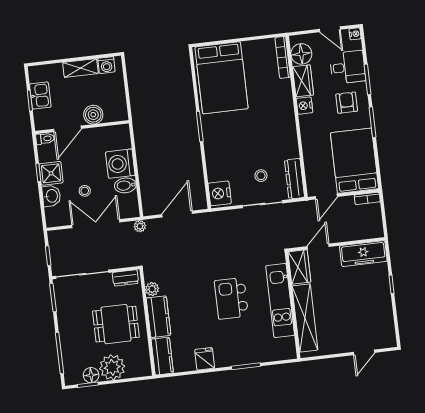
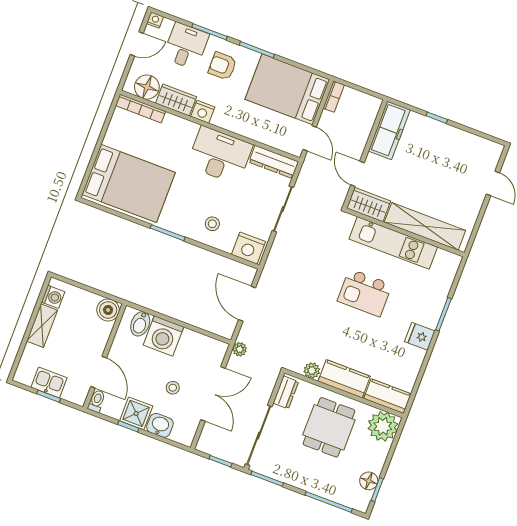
boiler: (93, 115) -> (108, 310), moved
desk: (278, 135) -> (220, 155), added
stool: (261, 176) -> (212, 224), moved
bidet: (125, 185) -> (140, 324), moved
double door: (96, 224) -> (213, 394), swing flipped
fridge: (205, 359) -> (420, 336), moved
plant: (112, 367) -> (383, 426), moved

